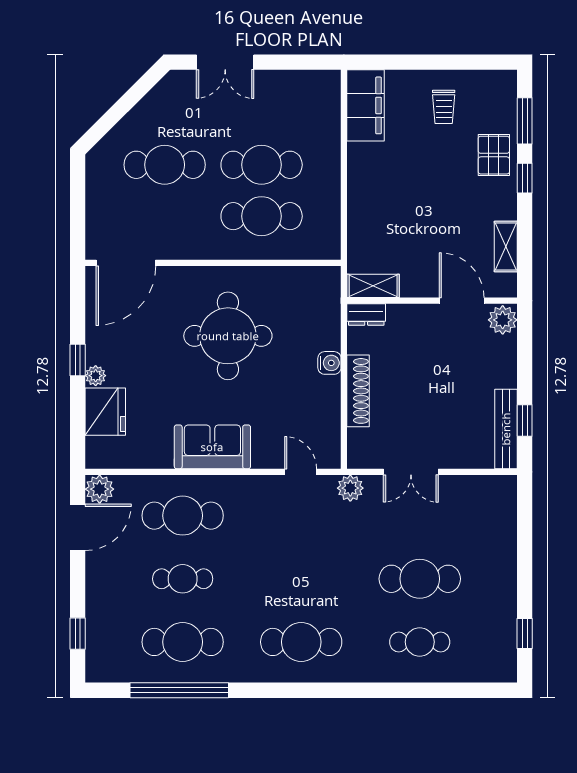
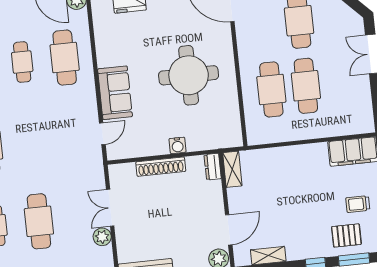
pallet: (494, 155) -> (346, 235), moved
sofa: (212, 447) -> (115, 93), moved
plant: (350, 488) -> (102, 237), moved

